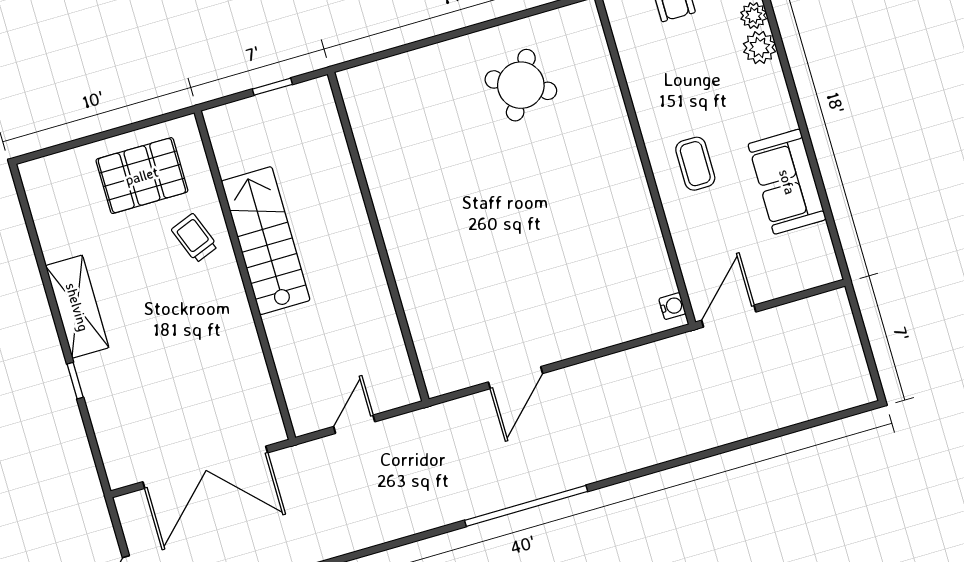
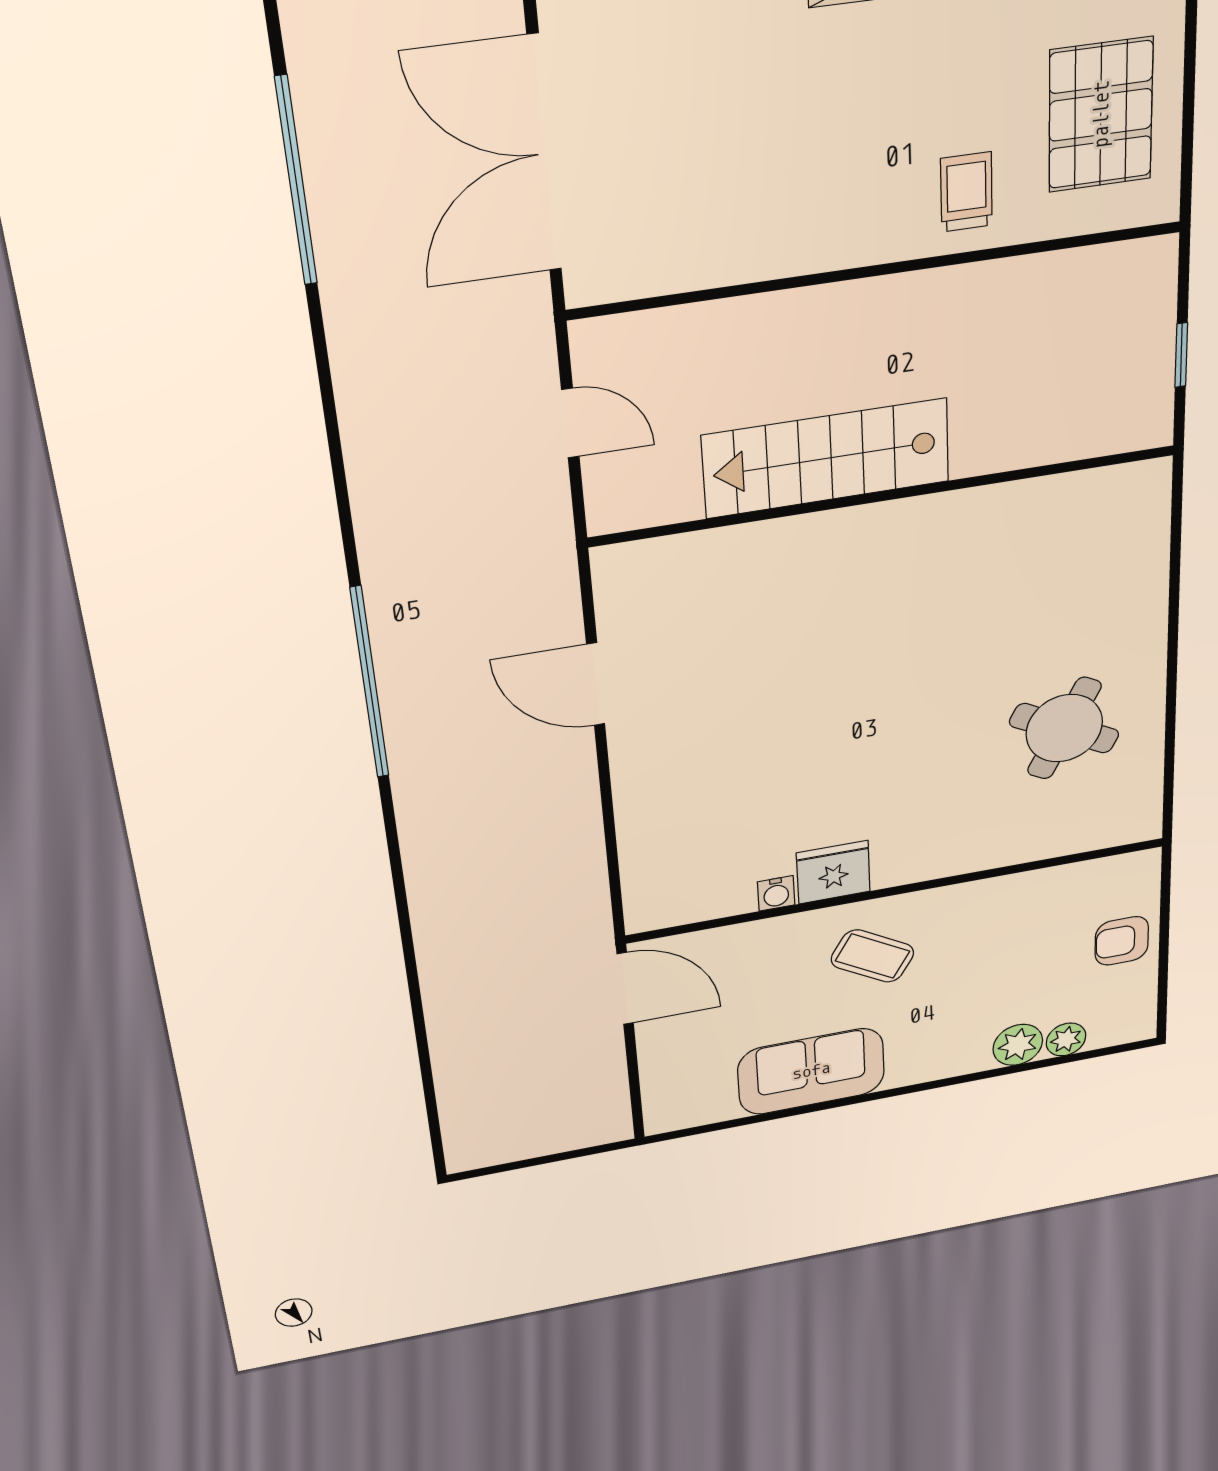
coffee table: (695, 164) -> (872, 956), turned 31
fridge: (635, 205) -> (833, 872), added
trolley: (195, 238) -> (966, 192), turned -69
stairs: (266, 241) -> (826, 458), moved, turned 180
water cooler: (672, 306) -> (776, 893), moved

